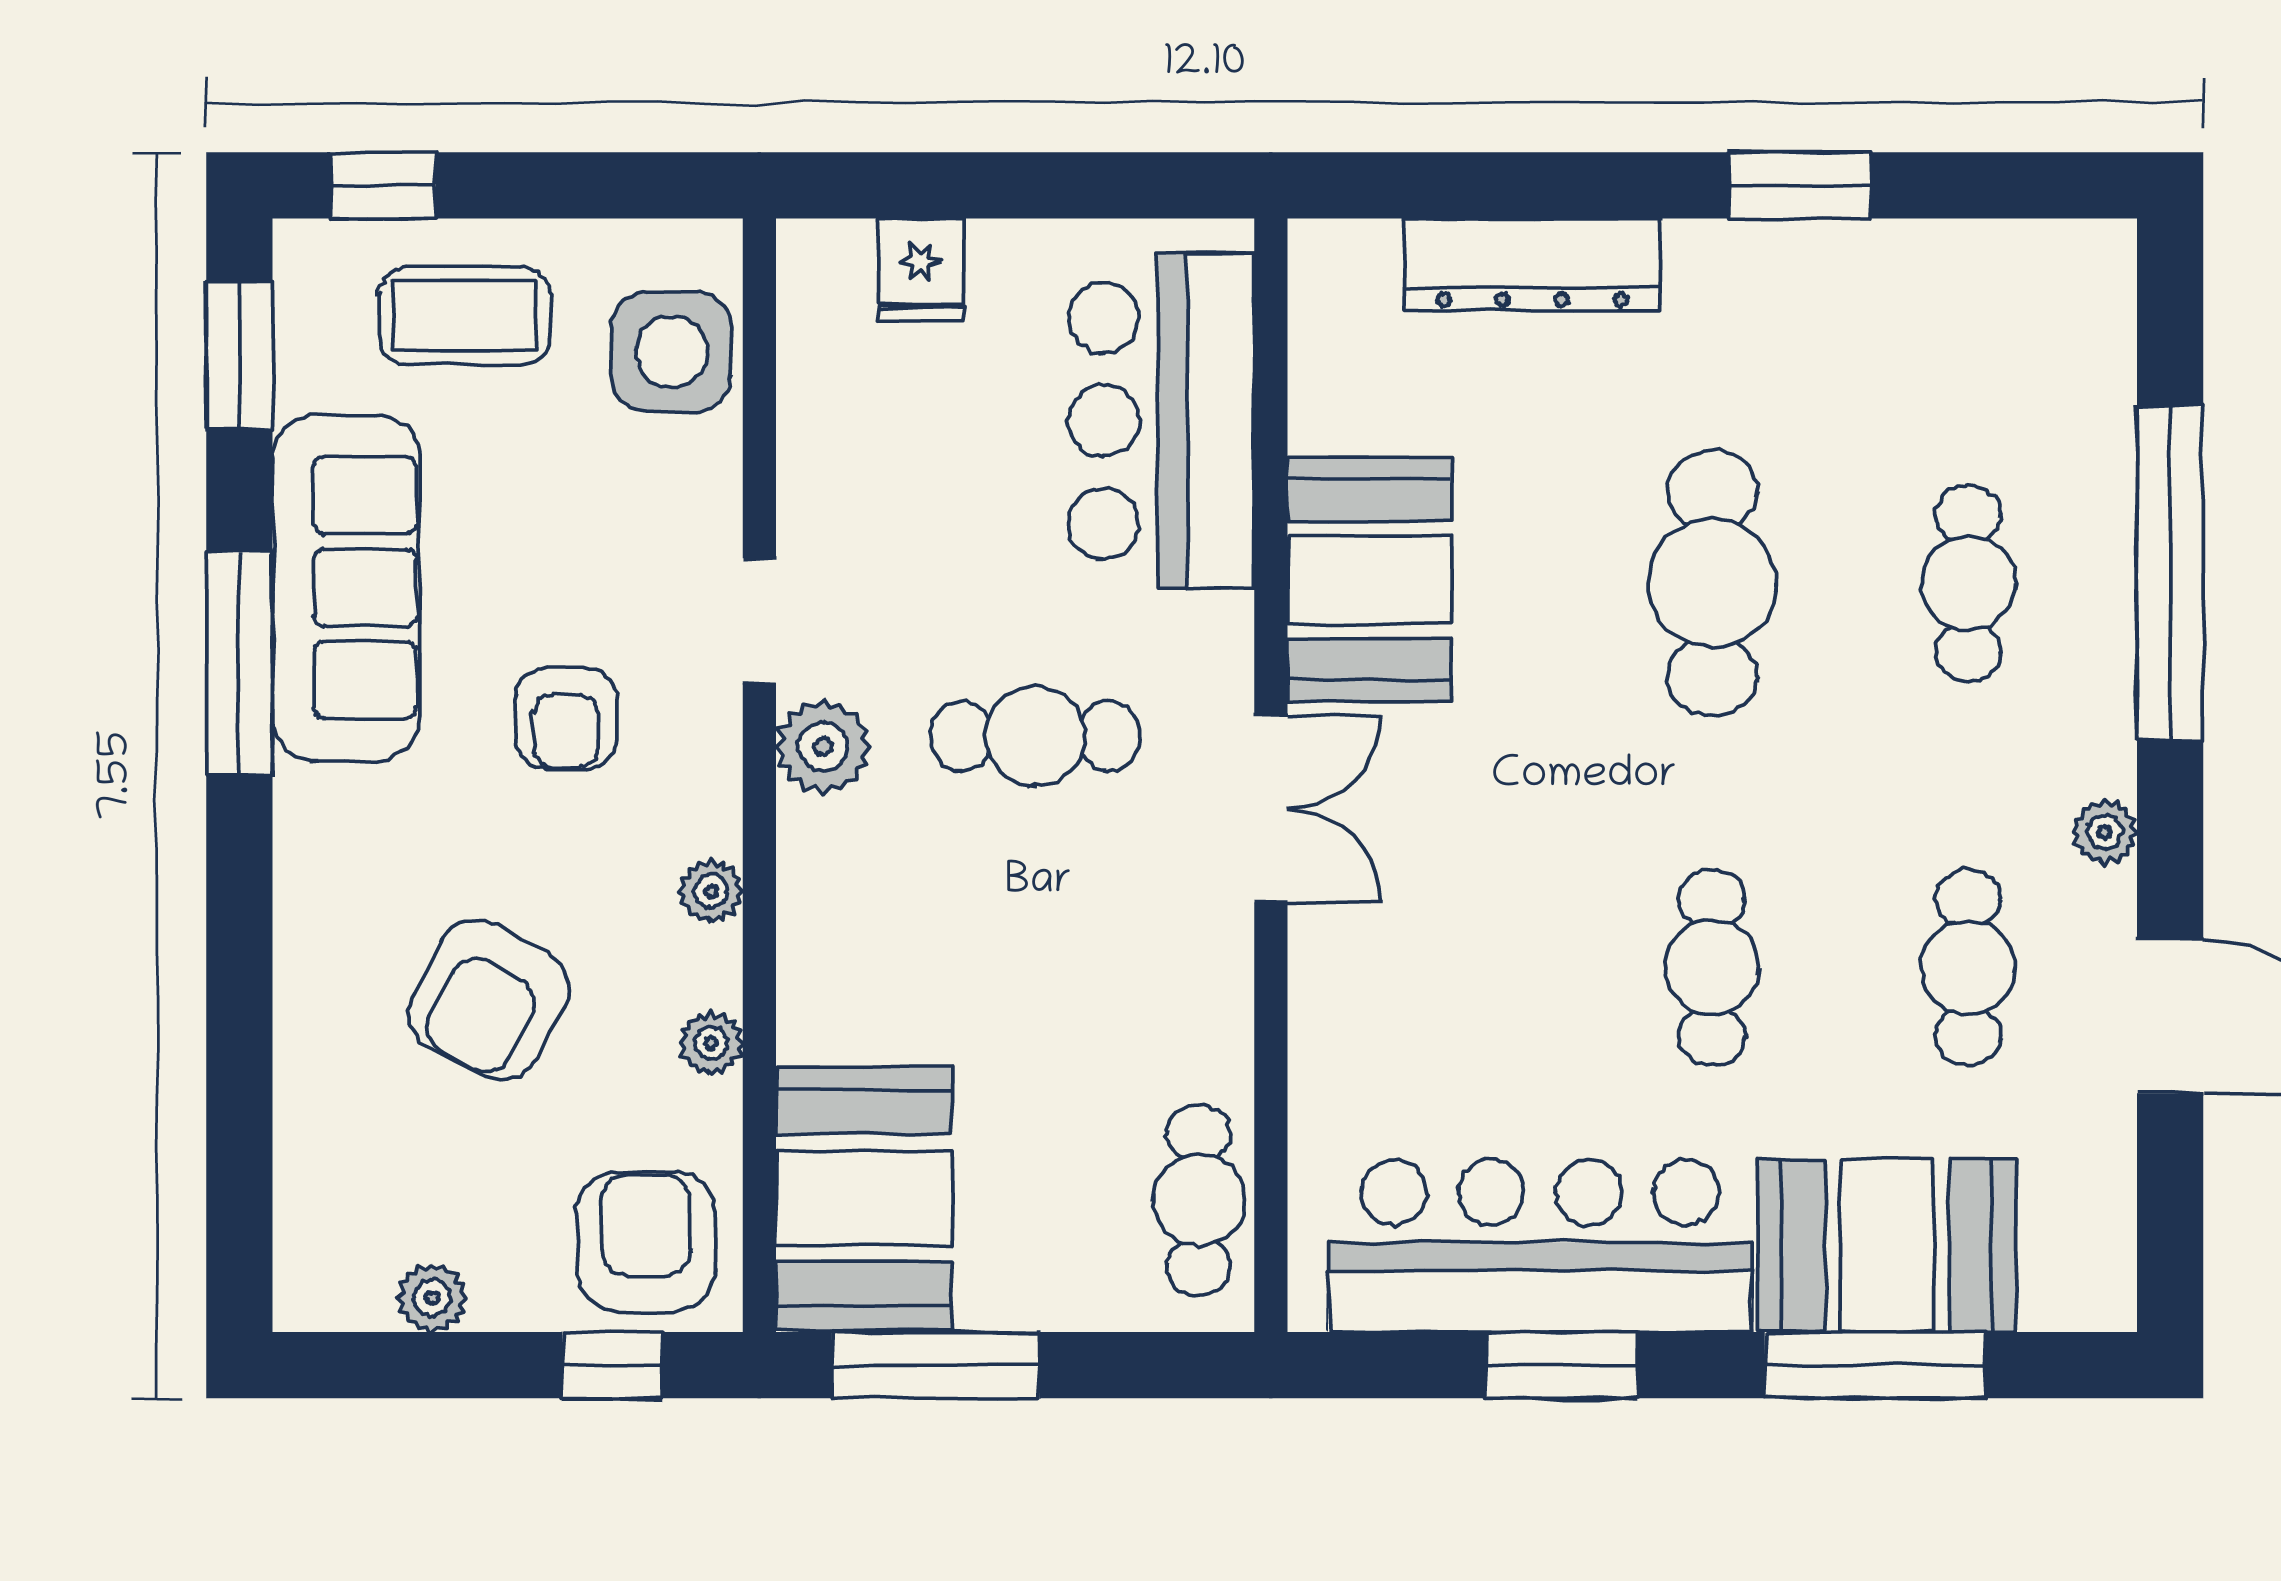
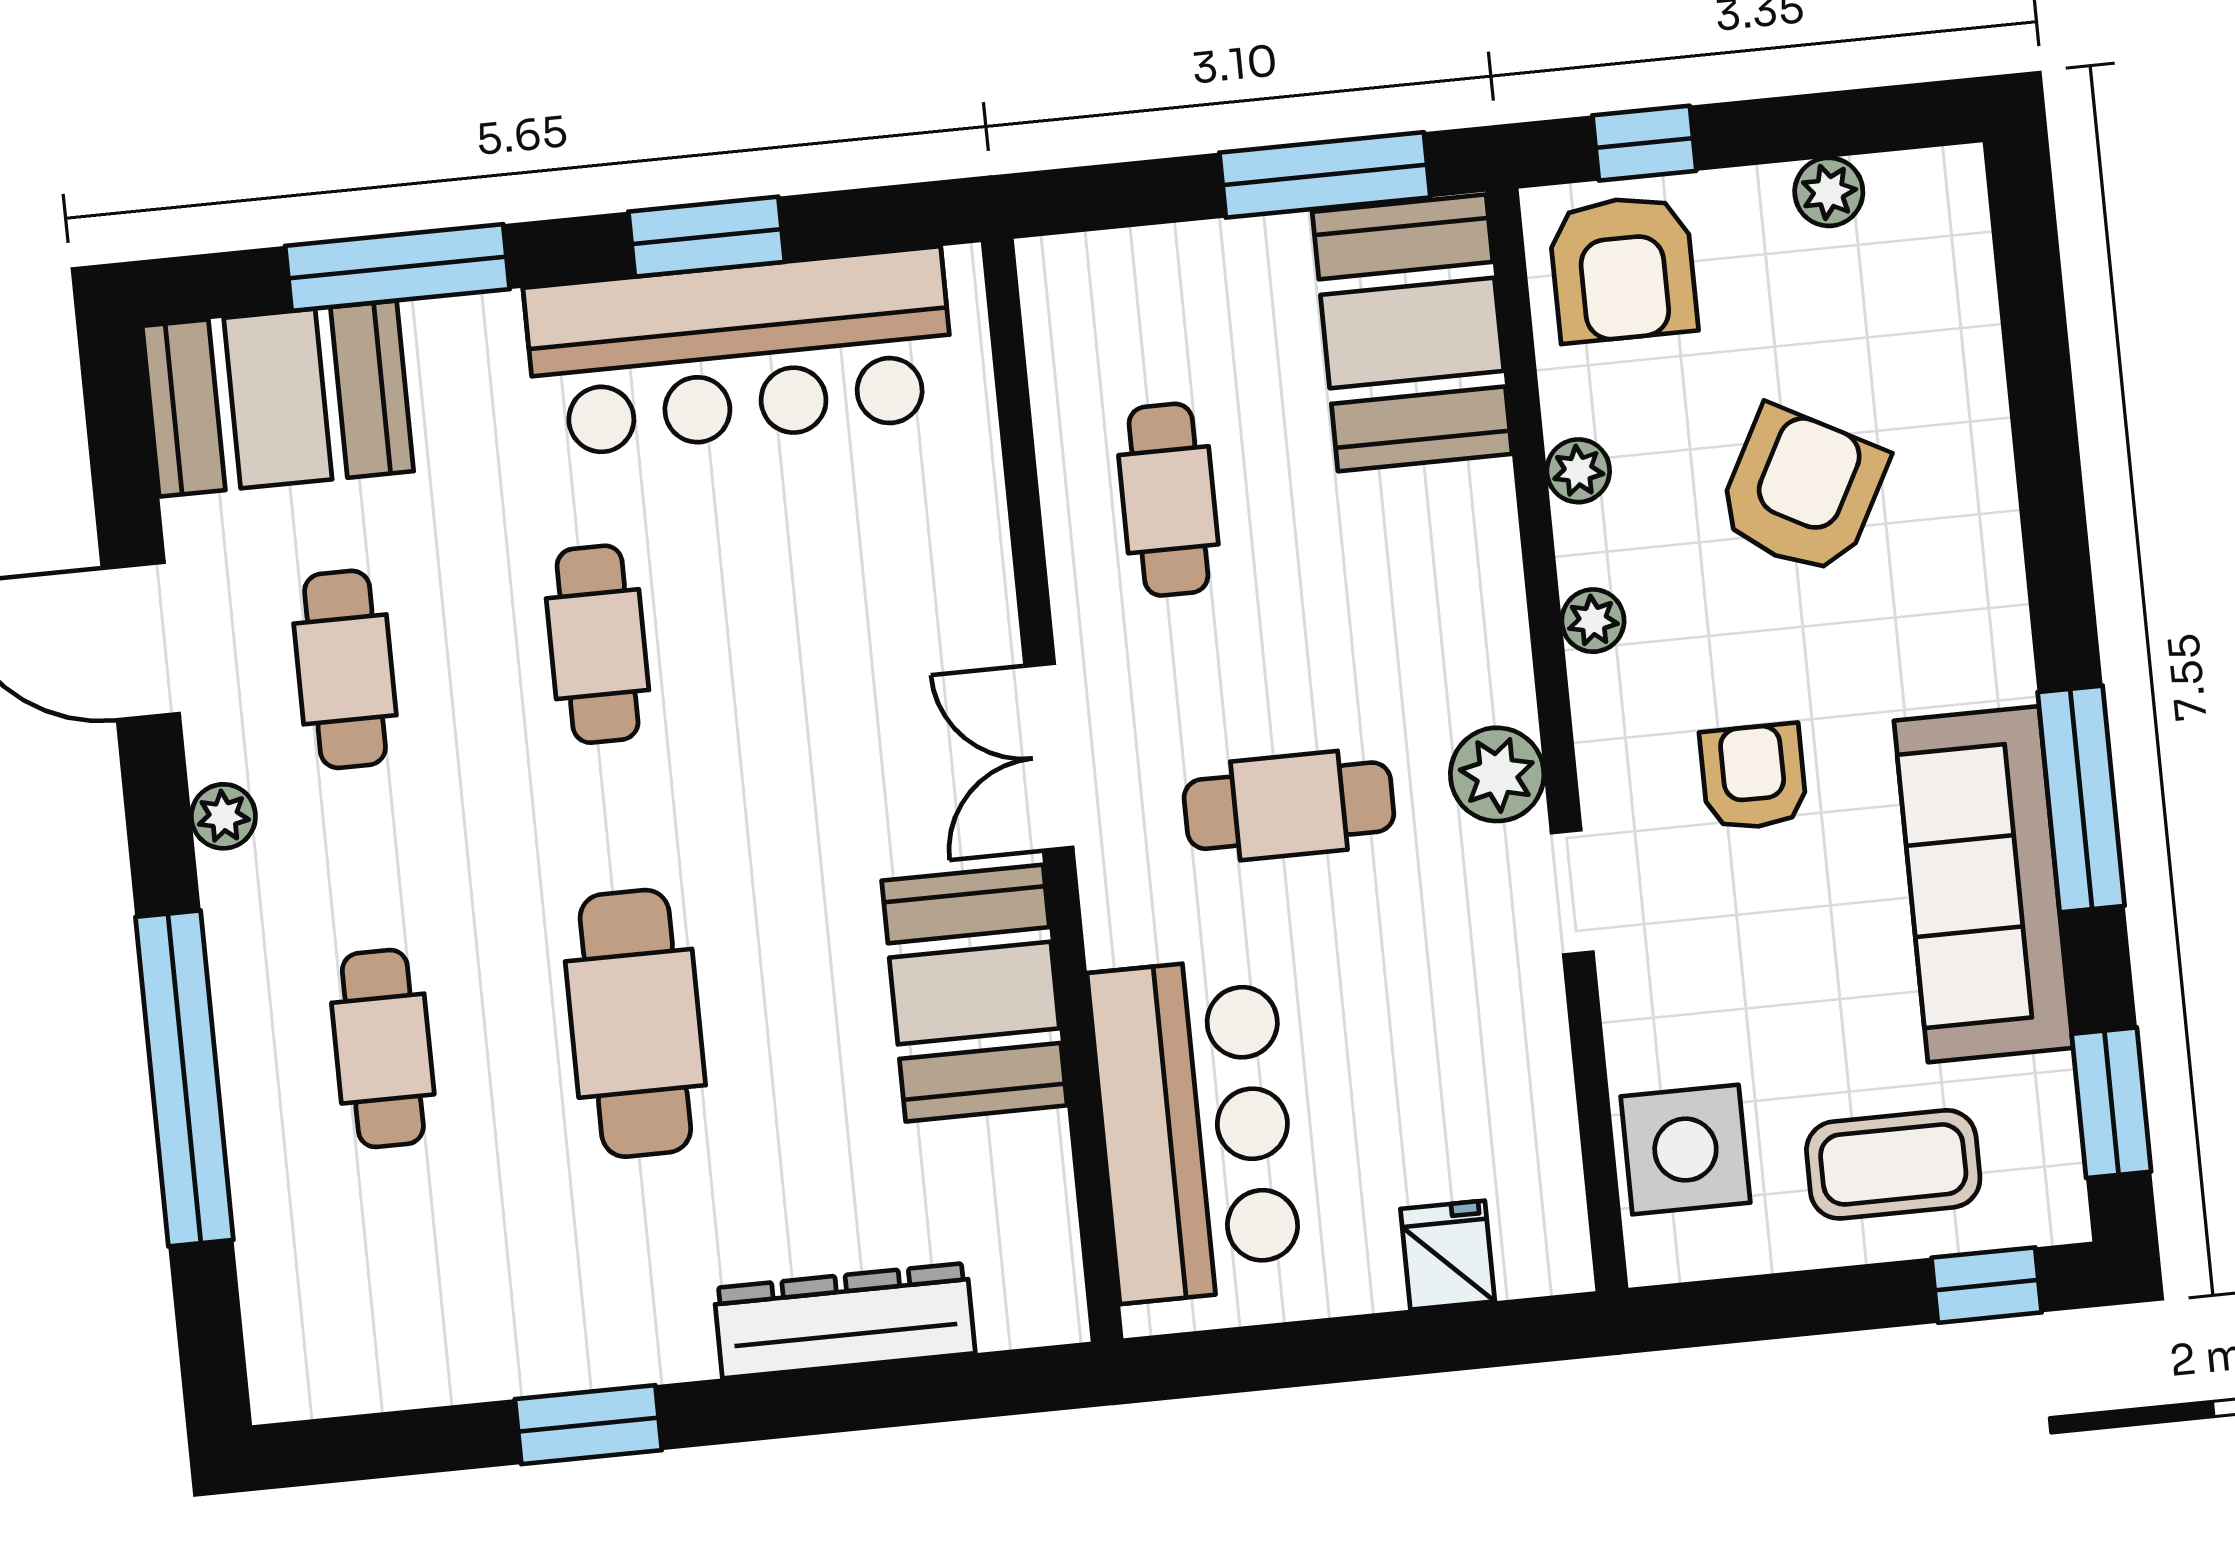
cafe table: (1199, 1200) -> (1168, 500), moved
booth: (1887, 1246) -> (278, 399), moved

